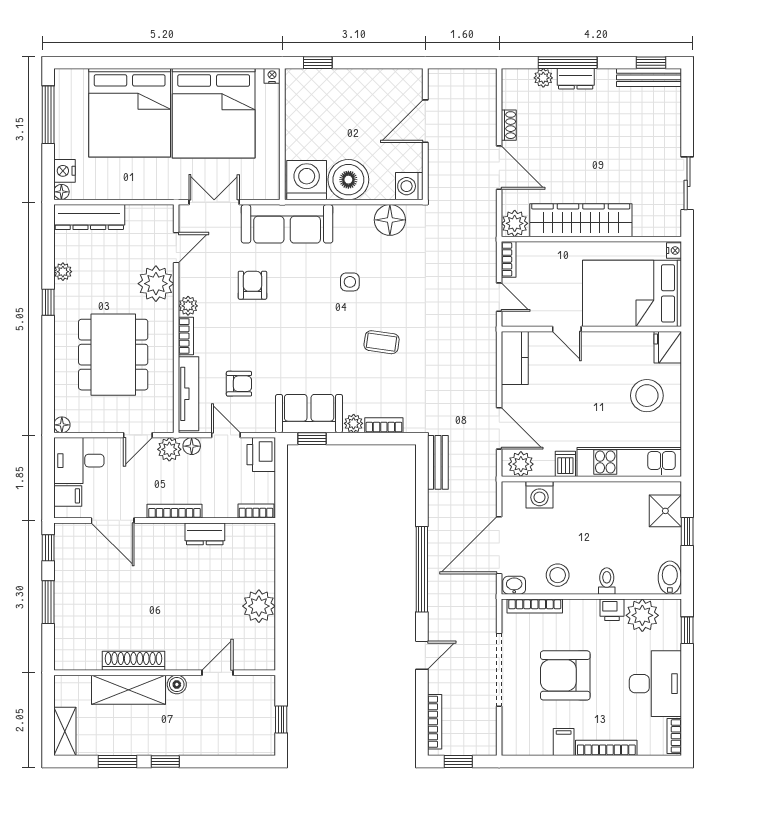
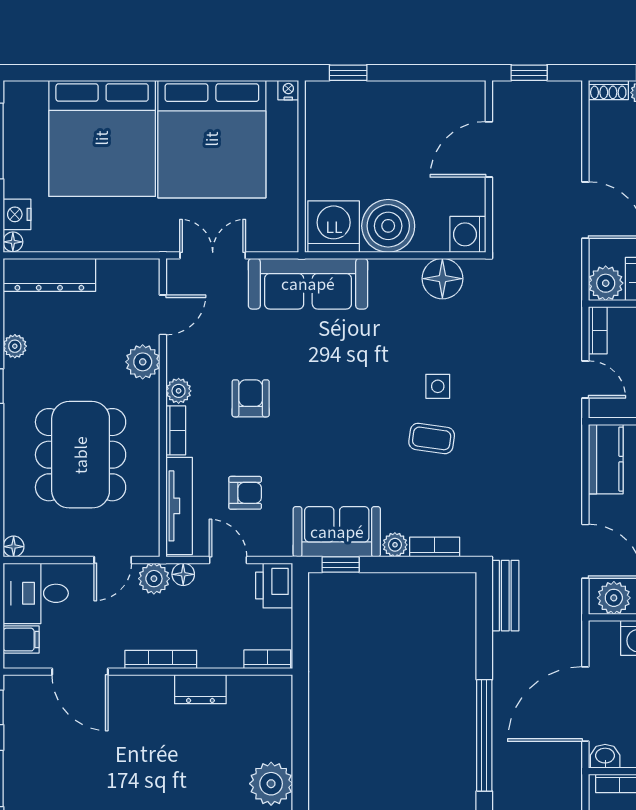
window: (456, 63) -> (529, 73), added
shoe rack: (509, 125) -> (608, 90), moved, turned 90
side table: (350, 282) -> (438, 386), moved
plant: (156, 284) -> (143, 362), width x0.73, depth x0.73
armchair: (252, 285) -> (251, 398), moved

